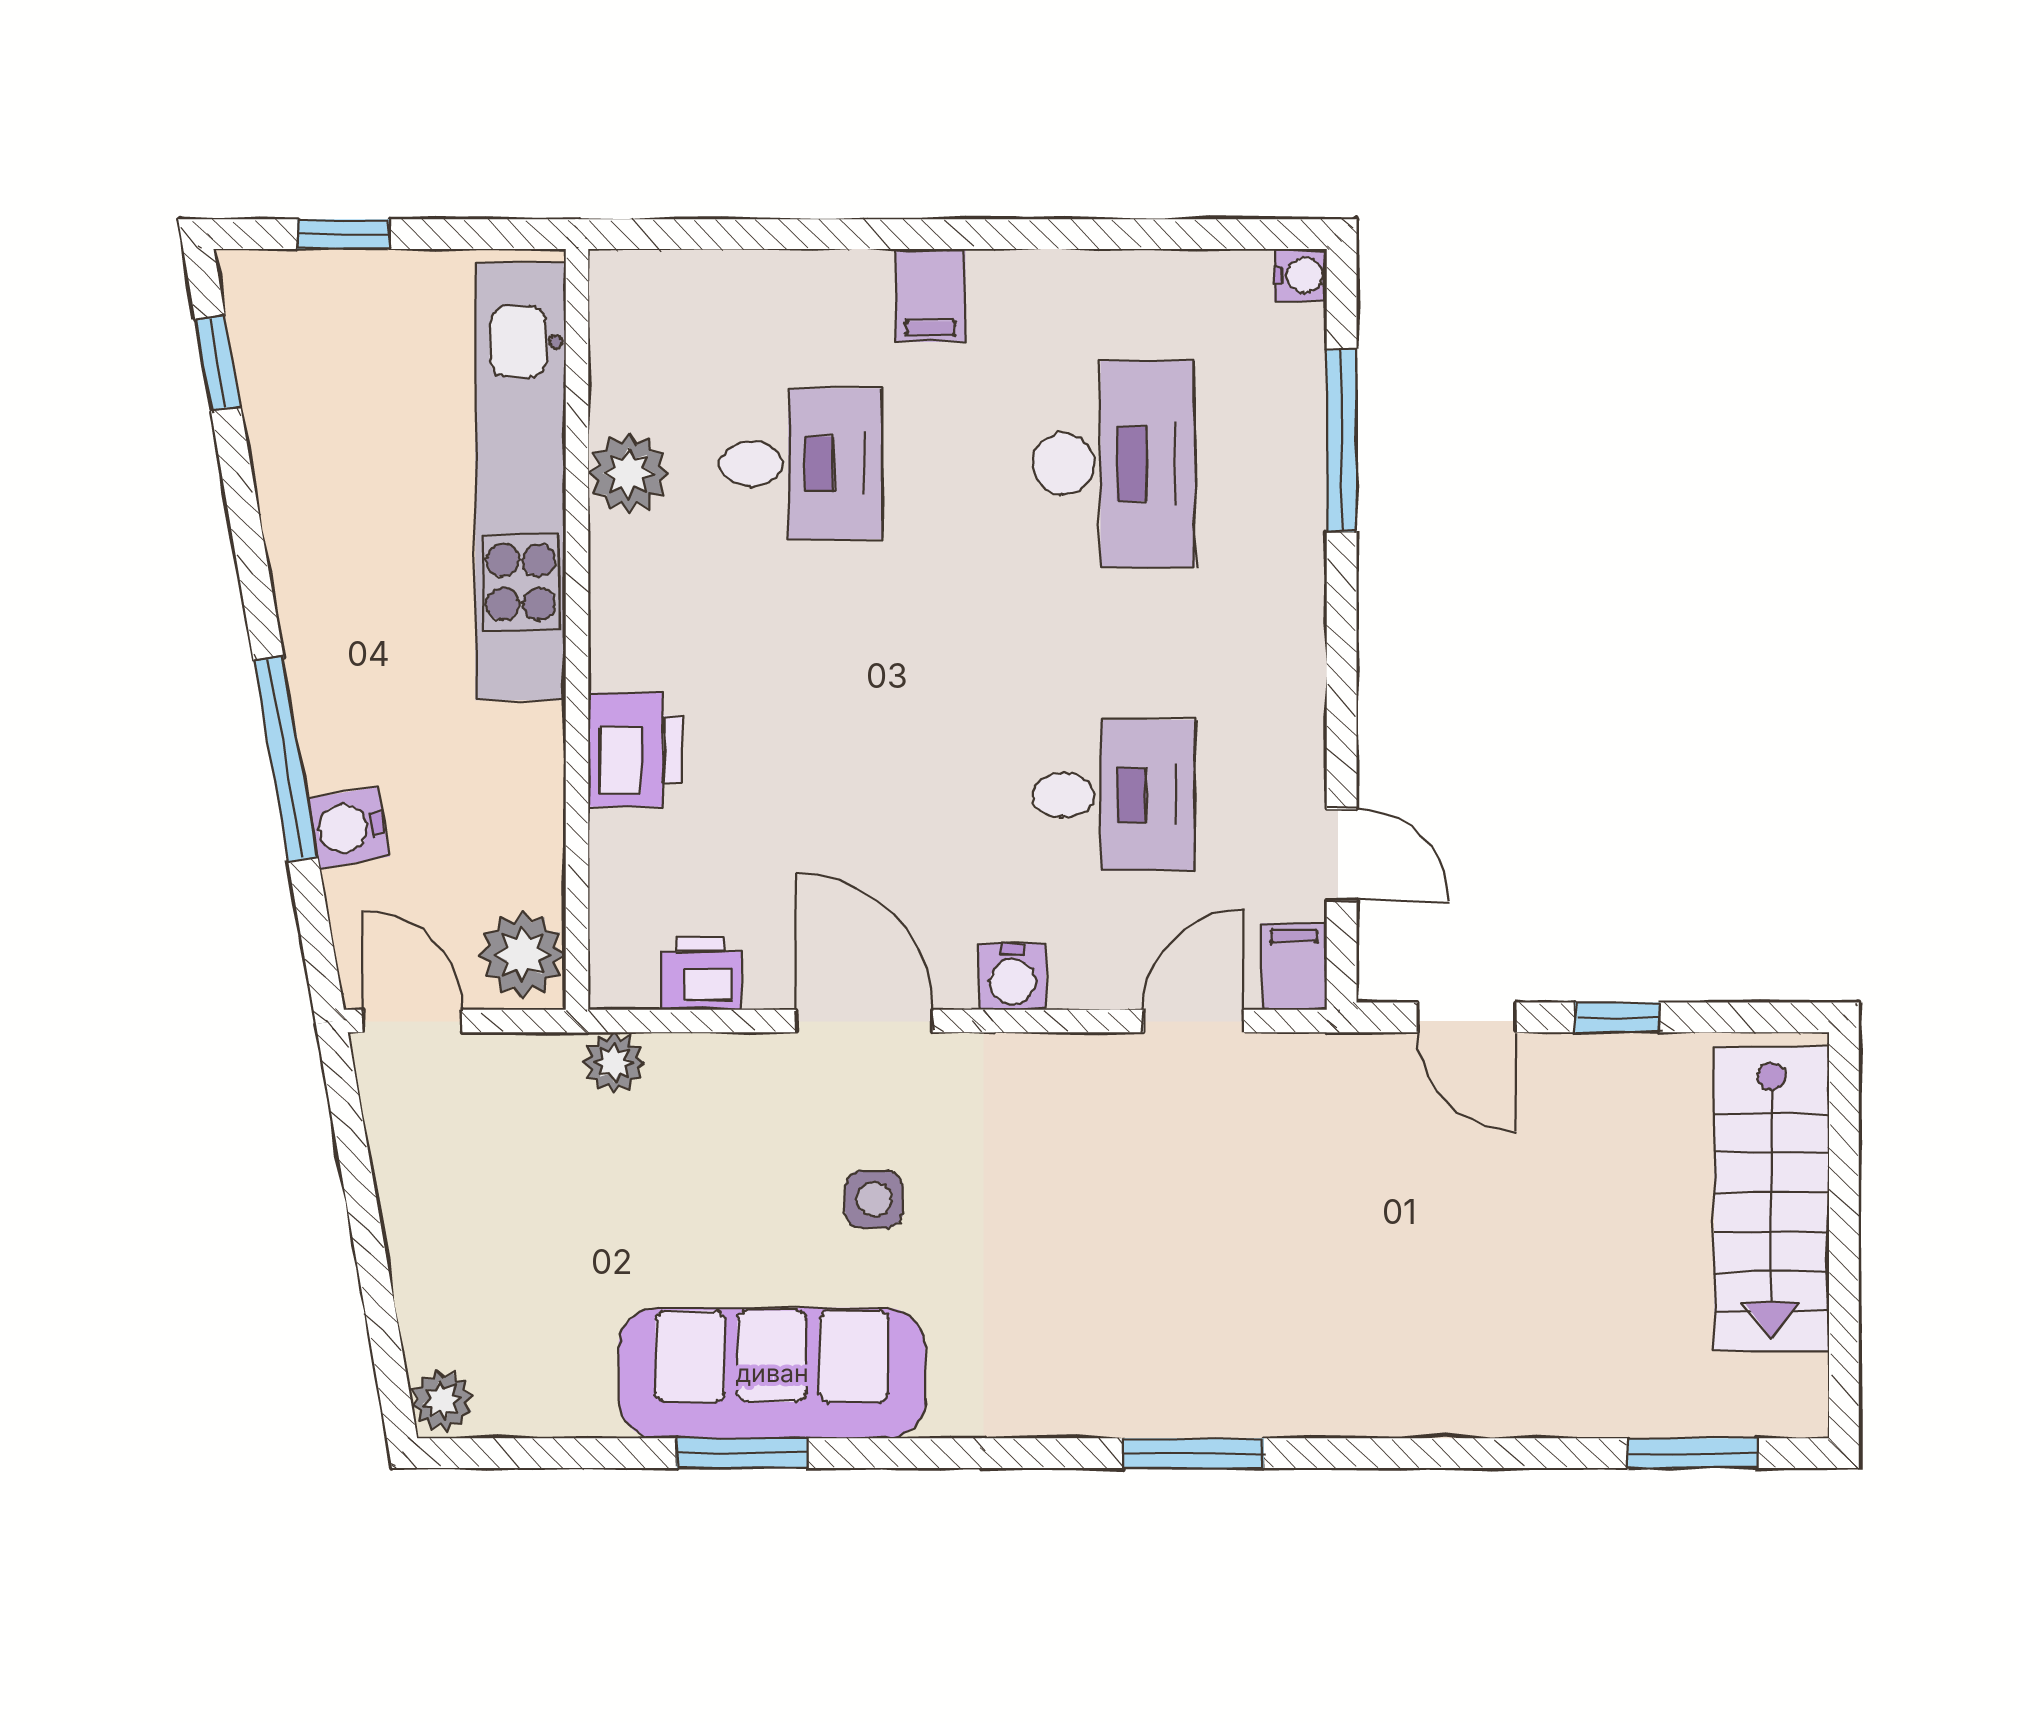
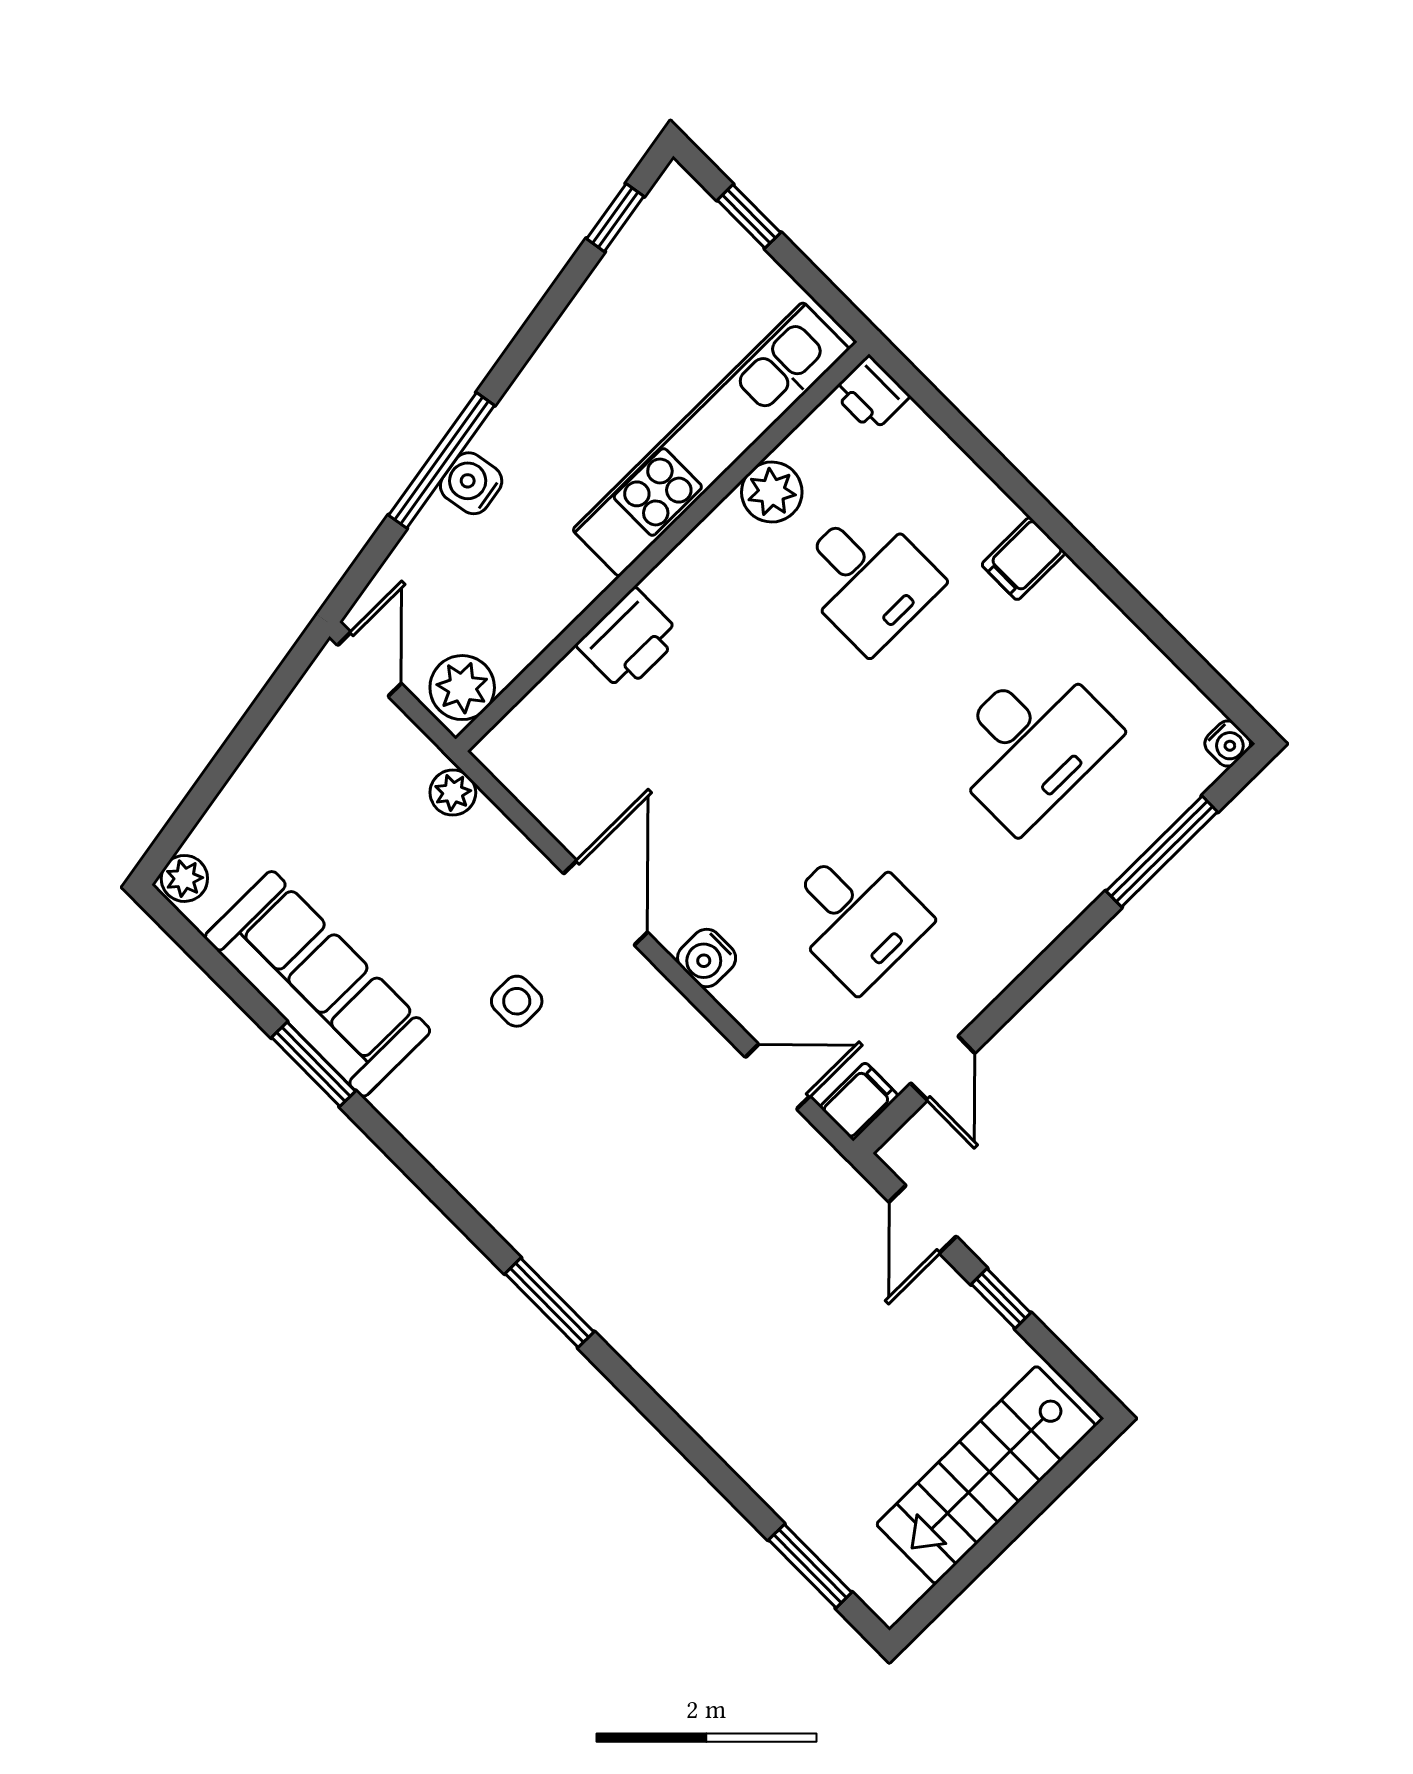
water cooler: (348, 828) -> (471, 483), moved
printer: (701, 973) -> (871, 394), moved, turned 180
sofa: (772, 1373) -> (318, 984), moved

